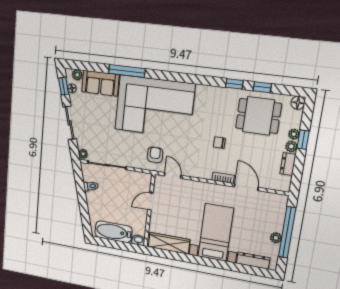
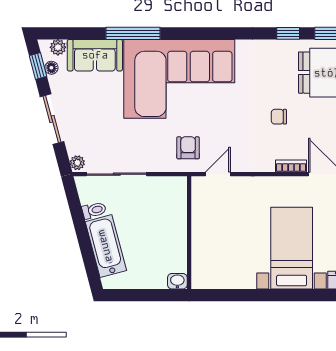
door: (173, 176) -> (218, 174), hinge flipped
door: (150, 201) -> (189, 218), removed
bathtub: (113, 232) -> (106, 246), moved, turned 75
wardrobe: (169, 243) -> (225, 277), removed

